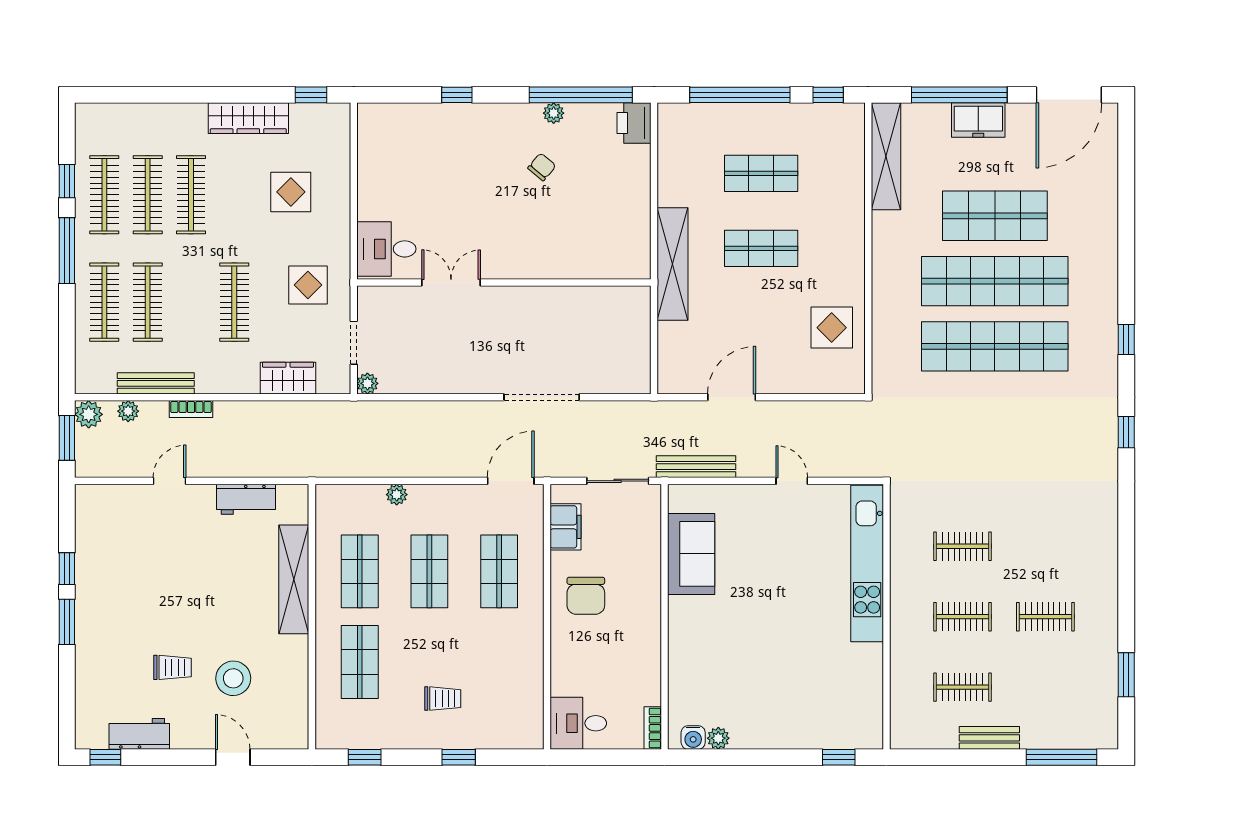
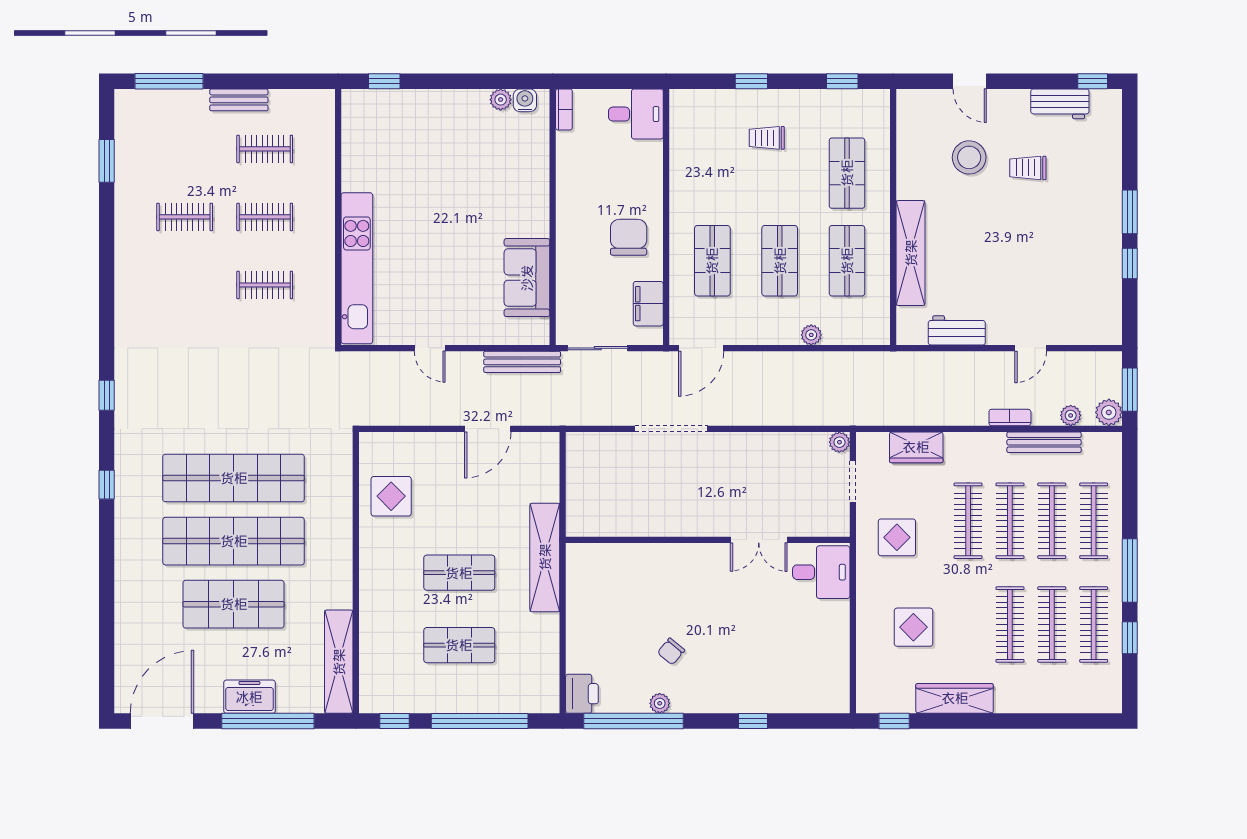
clothes rail: (191, 302) -> (1010, 521), added

